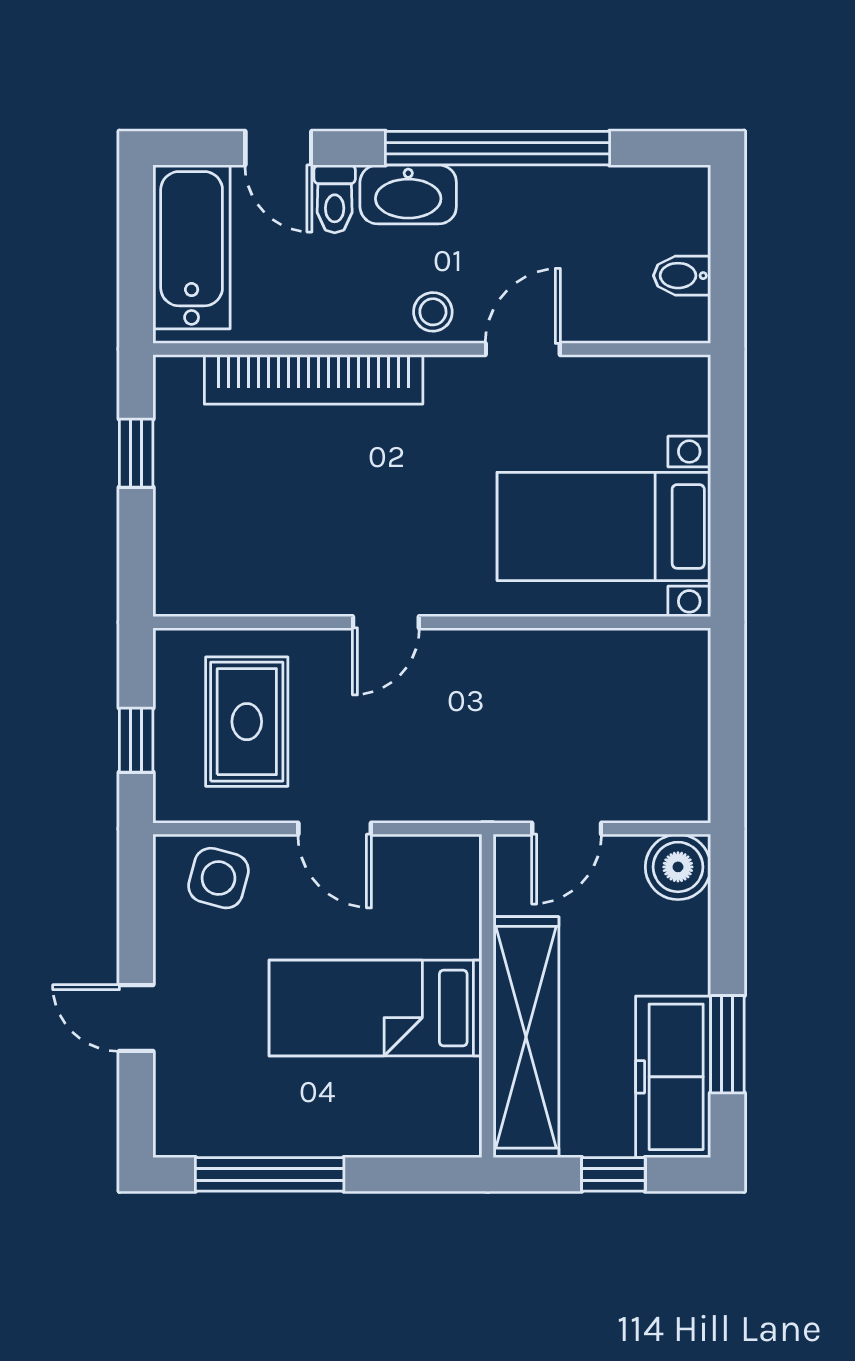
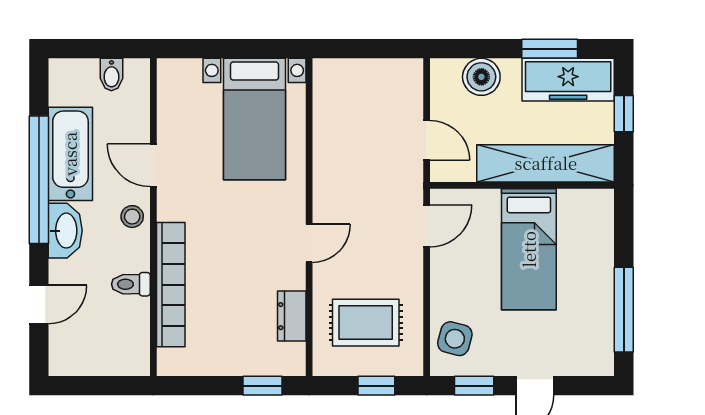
toilet: (335, 199) -> (131, 284), moved, turned 180
bathtub: (192, 247) -> (70, 154), moved, turned 90
window: (136, 453) -> (263, 386), moved
dresser: (258, 592) -> (292, 316), added
door: (386, 622) -> (309, 243), hinge flipped
door: (335, 829) -> (427, 226), moved
boiler: (678, 867) -> (481, 77), moved
window: (136, 912) -> (474, 386), added

